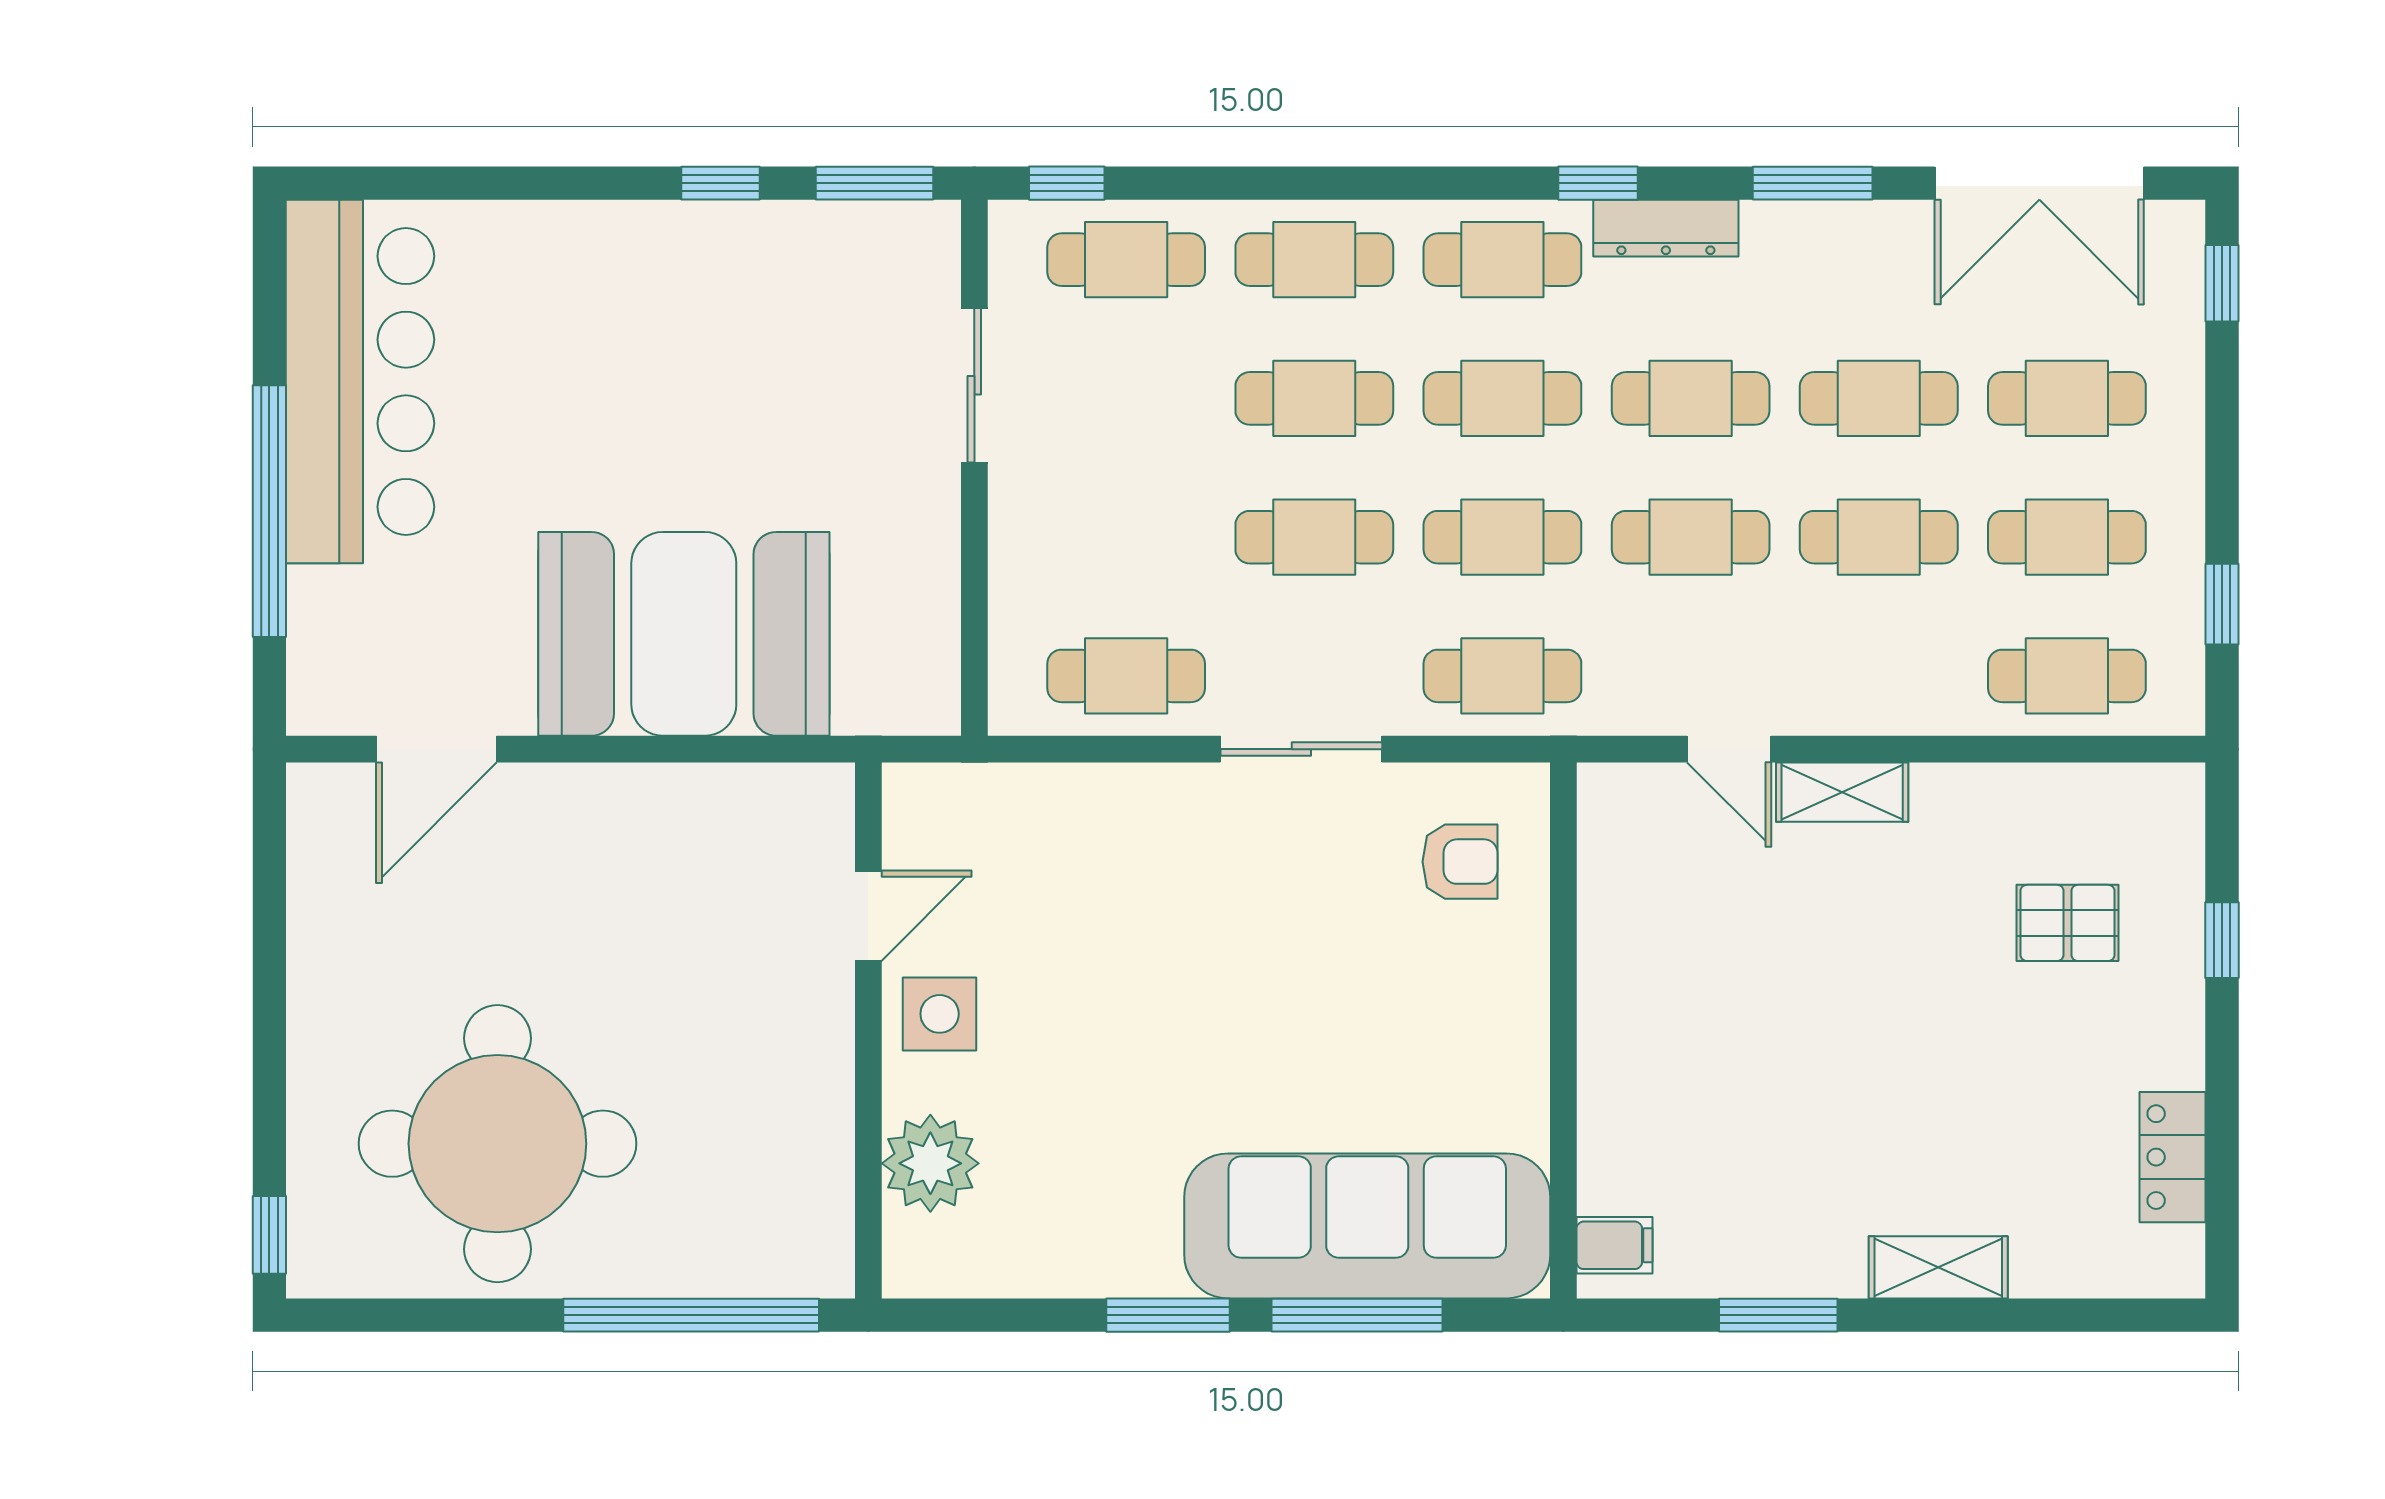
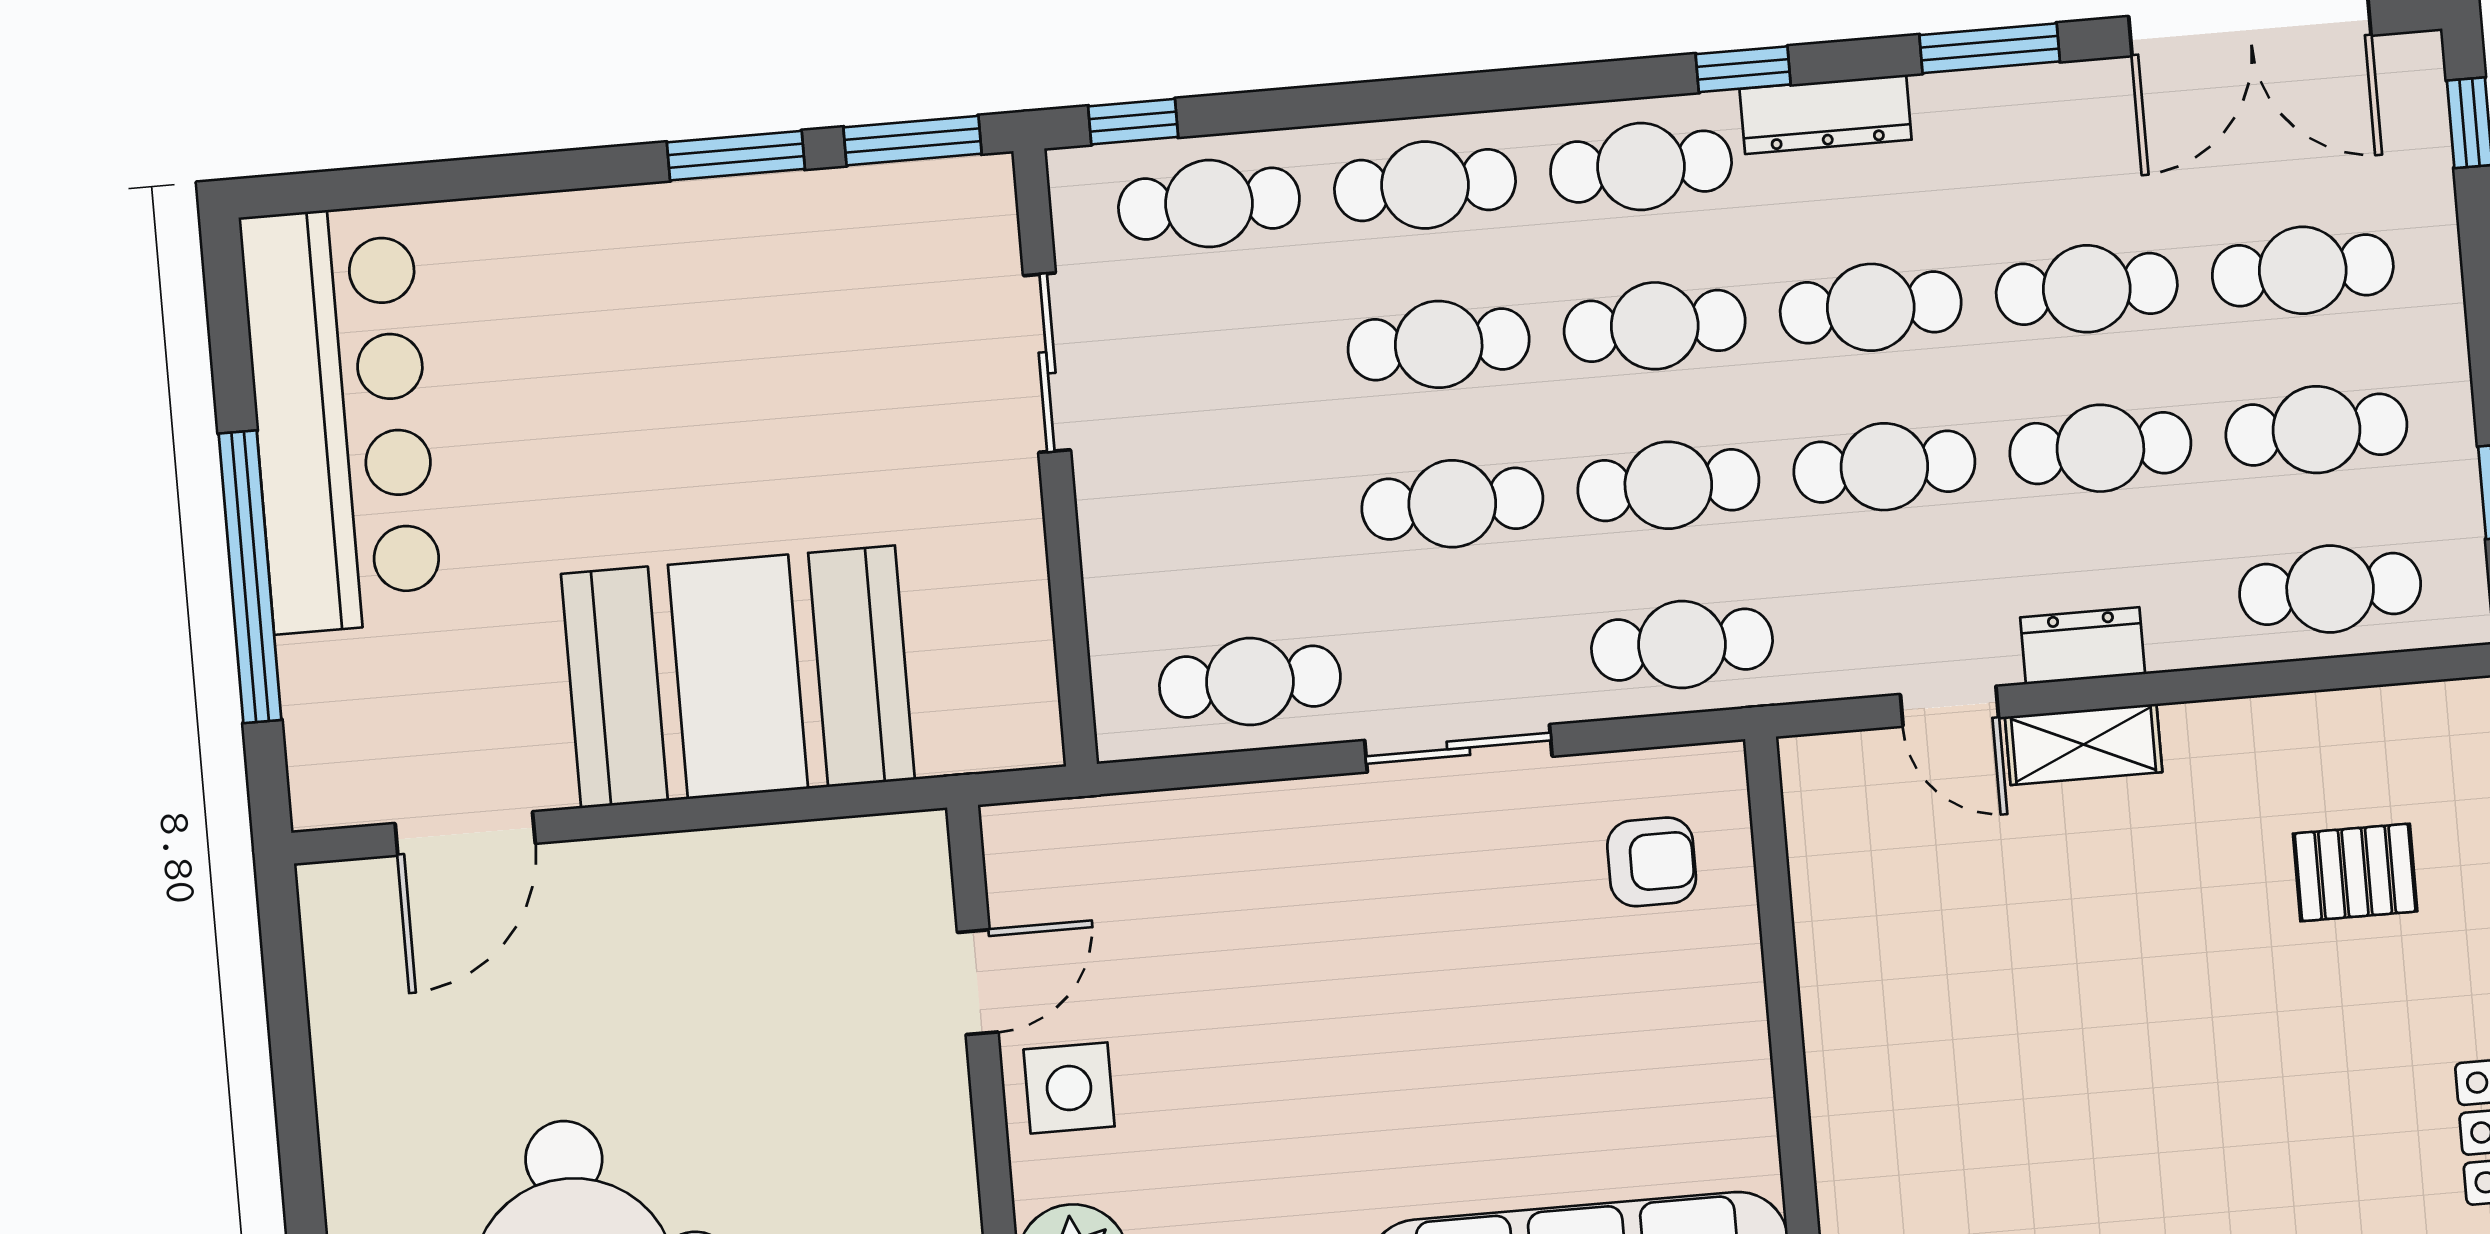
window: (721, 183) -> (736, 156), width x1.50
dresser: (1849, 707) -> (2083, 646), added

